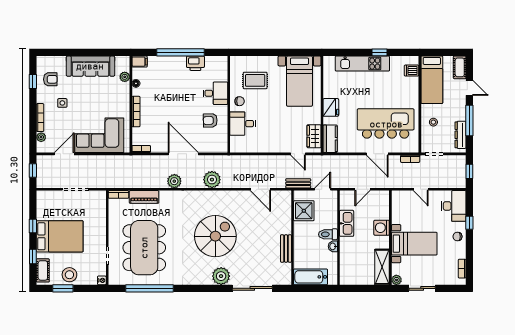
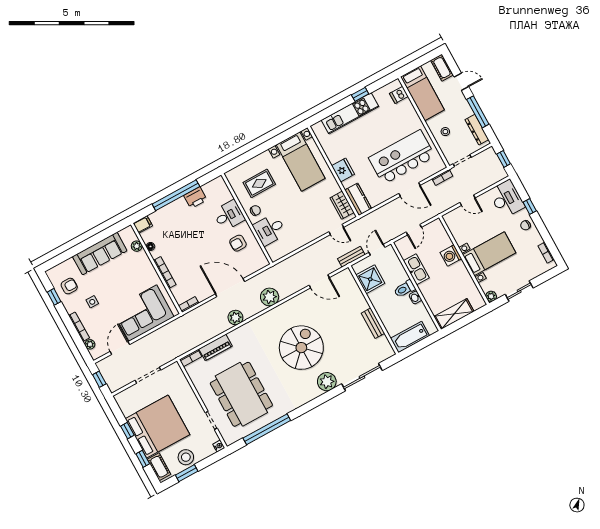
bed: (60, 236) -> (157, 427), width x1.36
shelving: (382, 267) -> (454, 314), moved, turned 90

